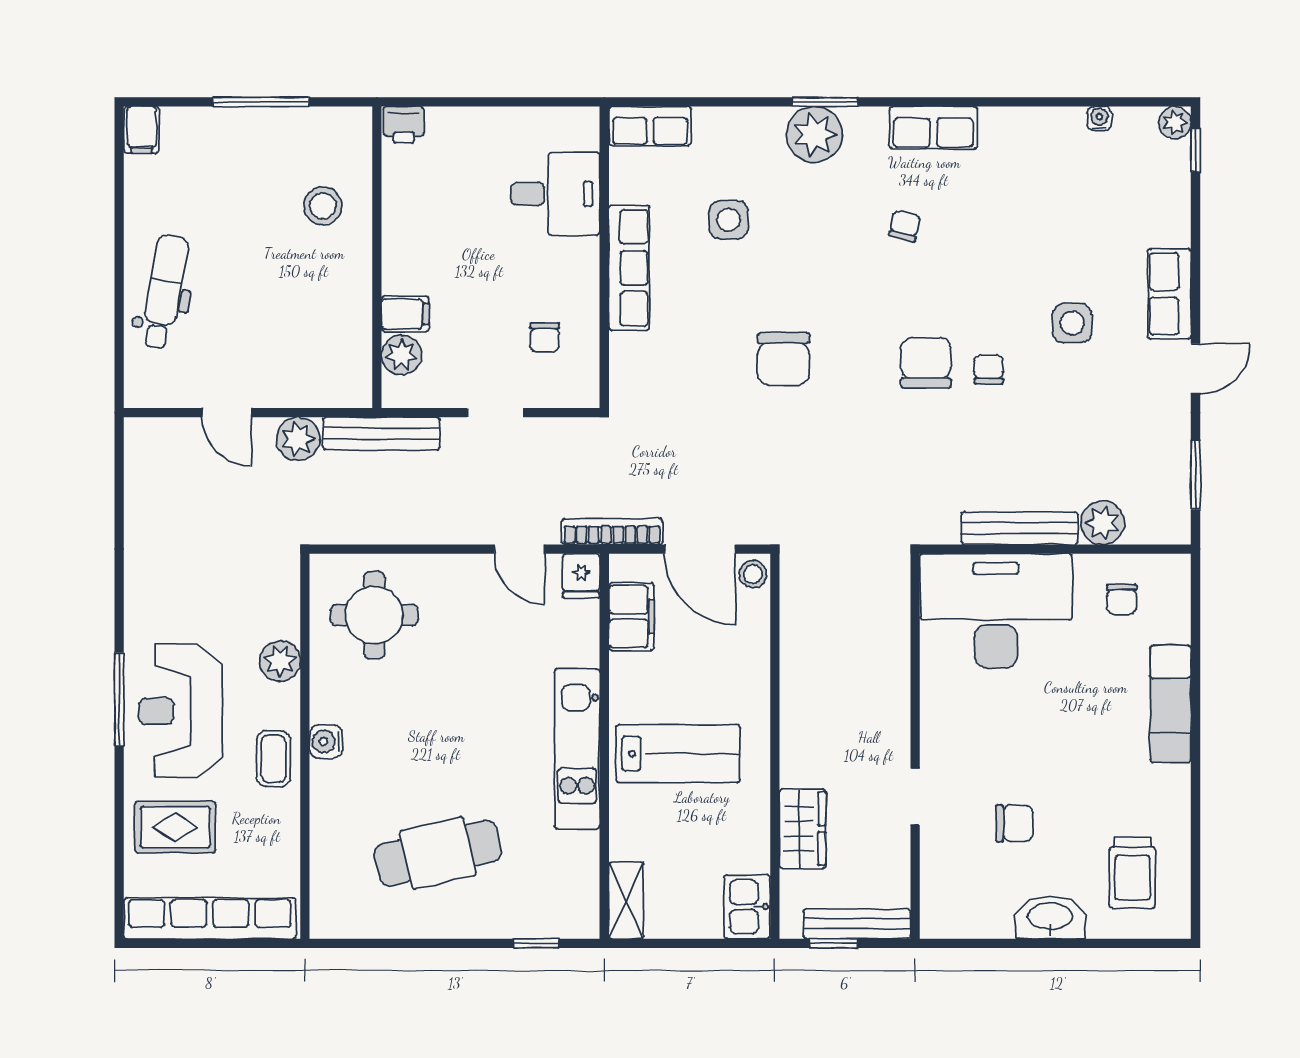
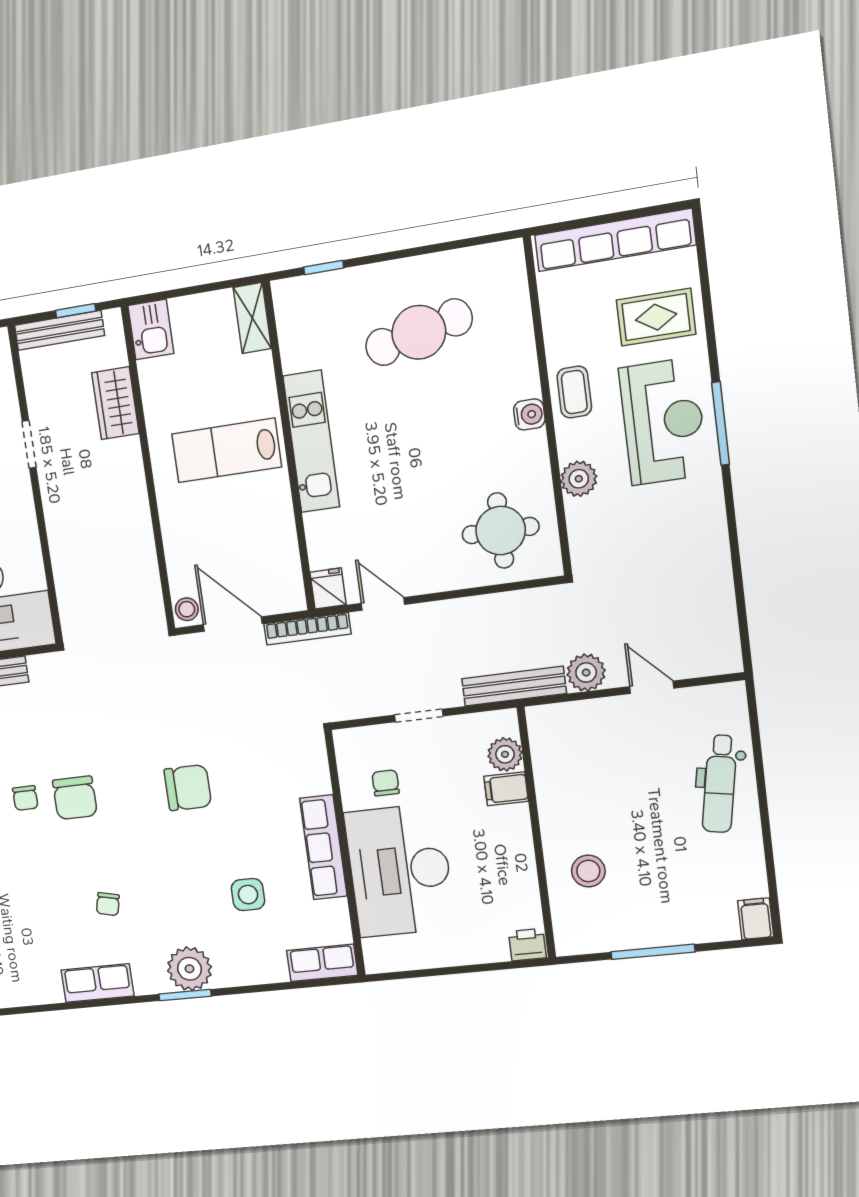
desk: (555, 194) -> (400, 870), width x1.87, depth x1.30
chair: (783, 359) -> (188, 788), turned 90
filing cabinet: (632, 617) -> (281, 560), removed

